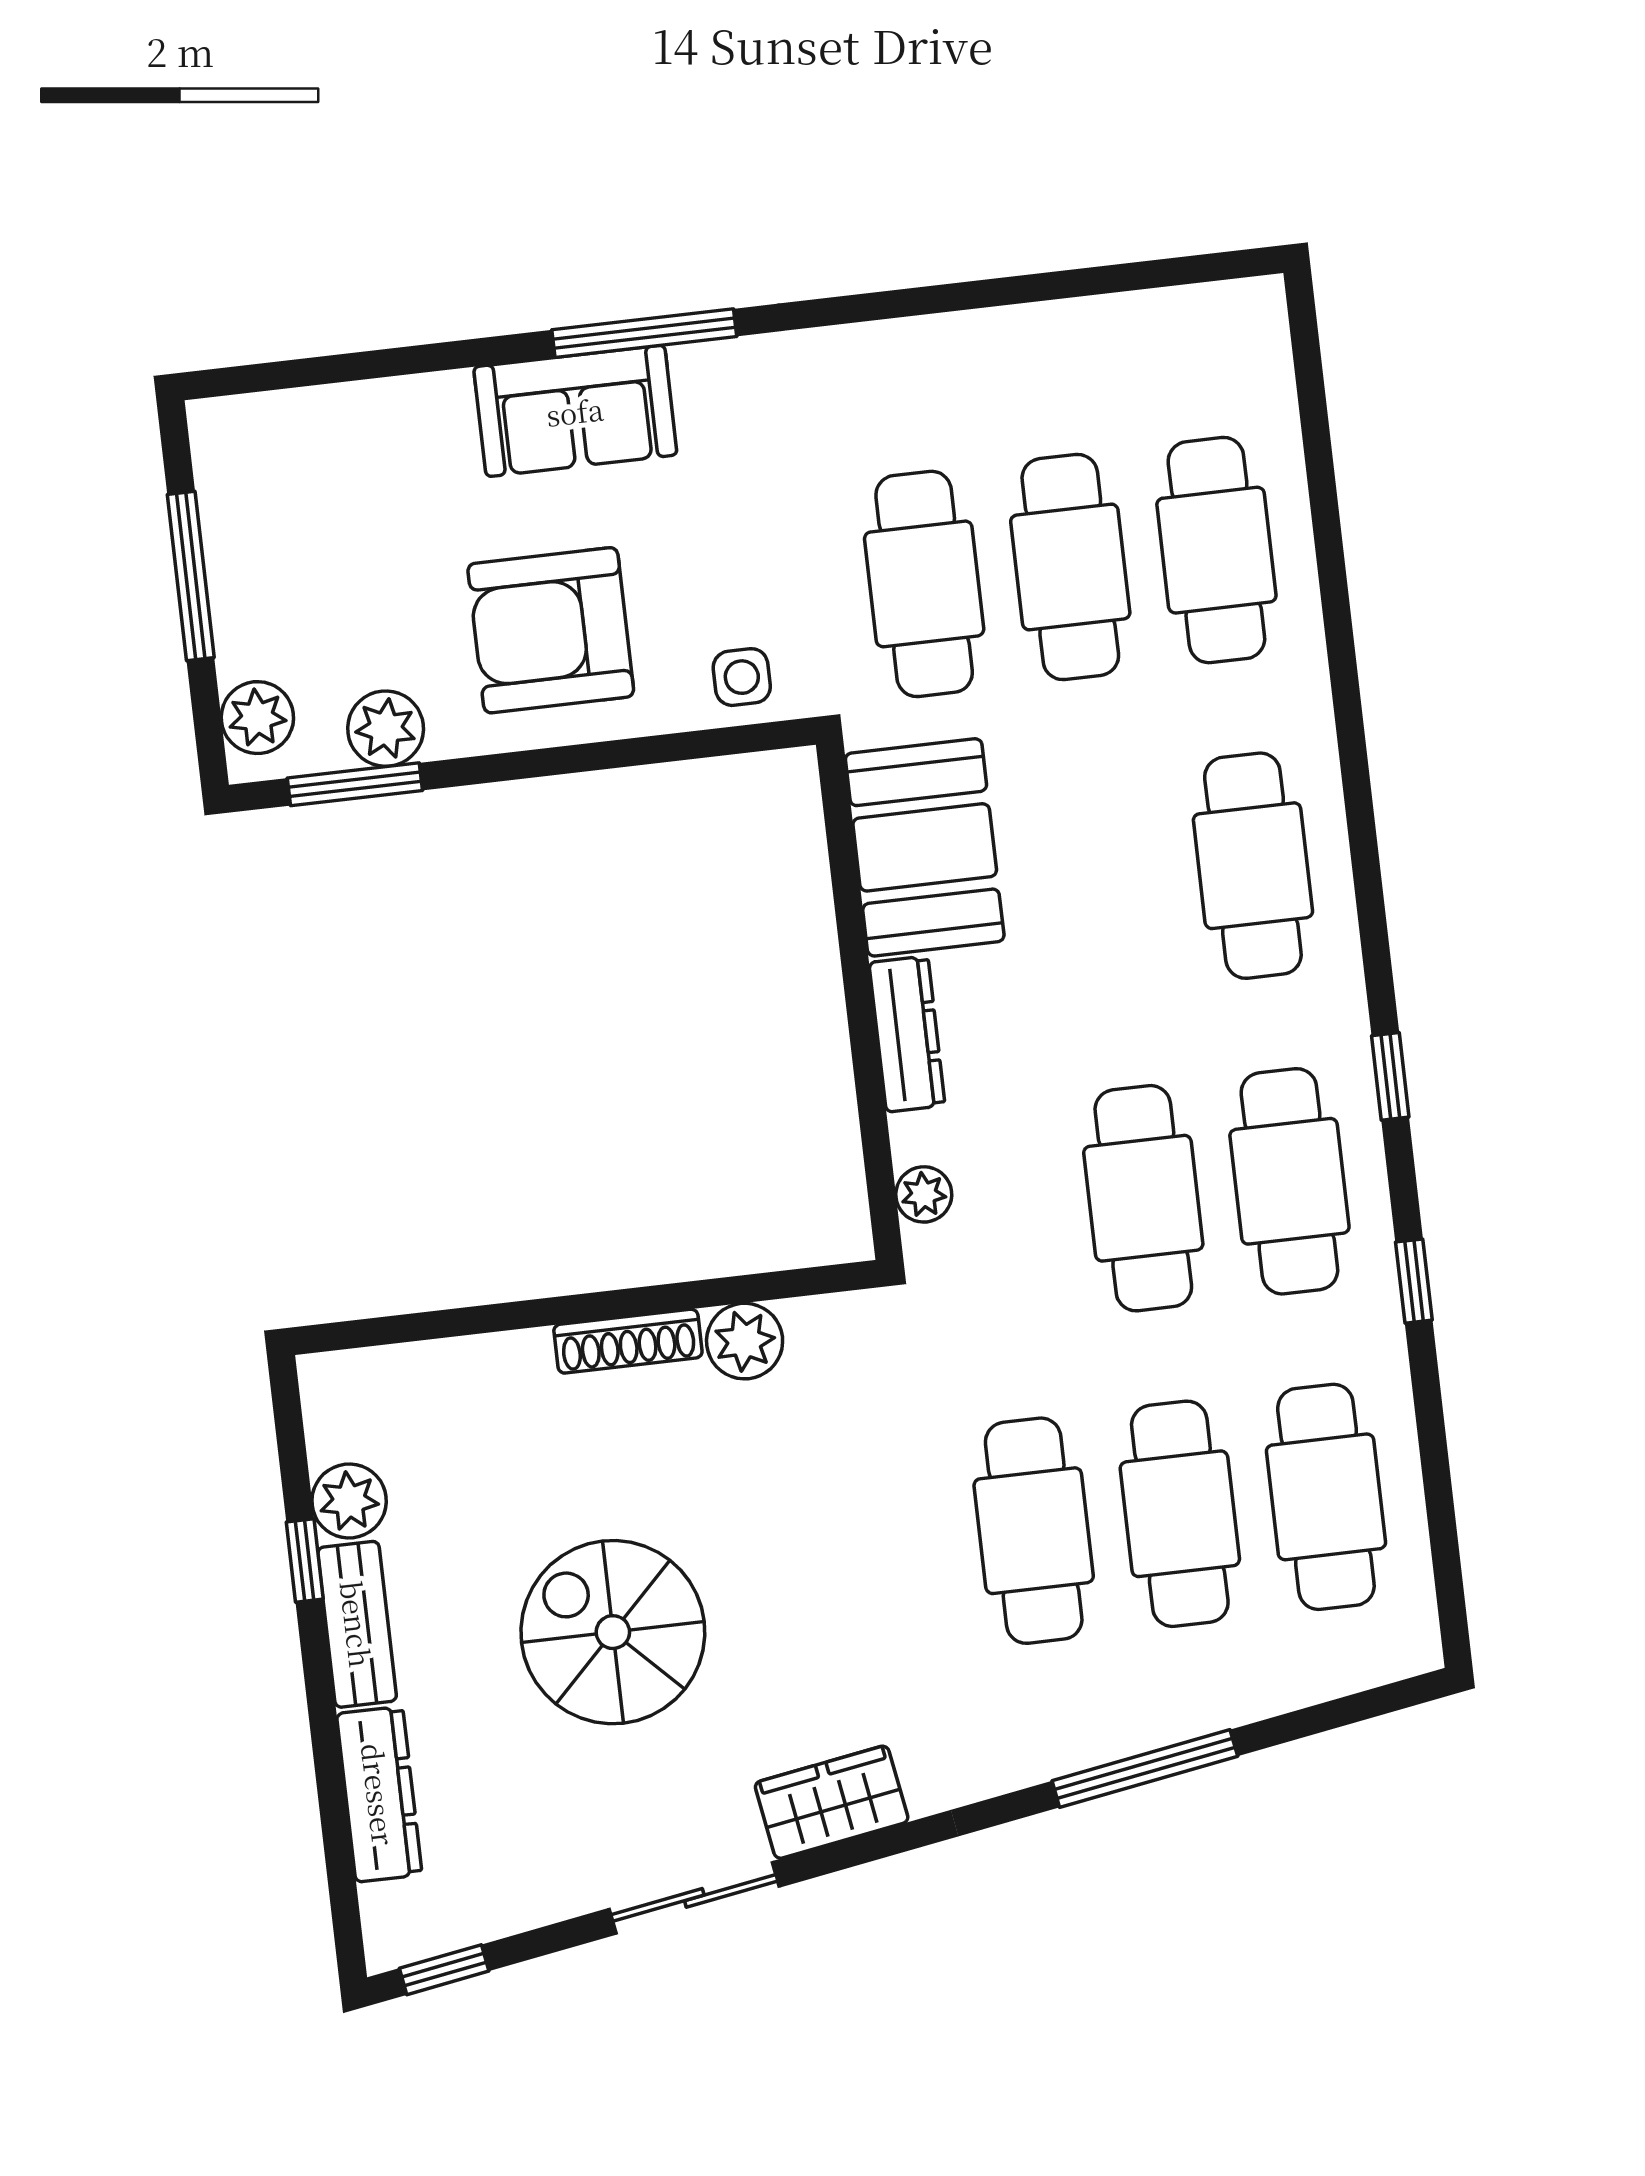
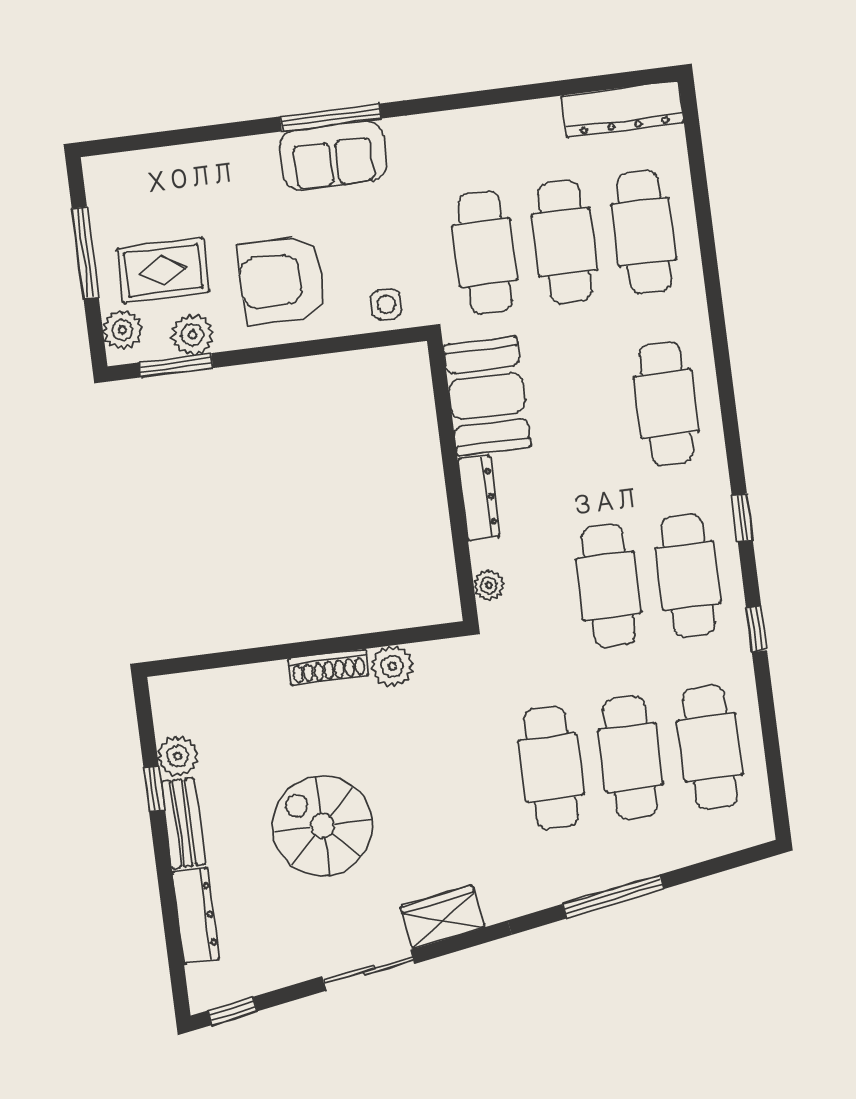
dresser: (1180, 324) -> (623, 109), added
sofa: (575, 411) -> (333, 155), moved
rug: (333, 610) -> (163, 270), added

